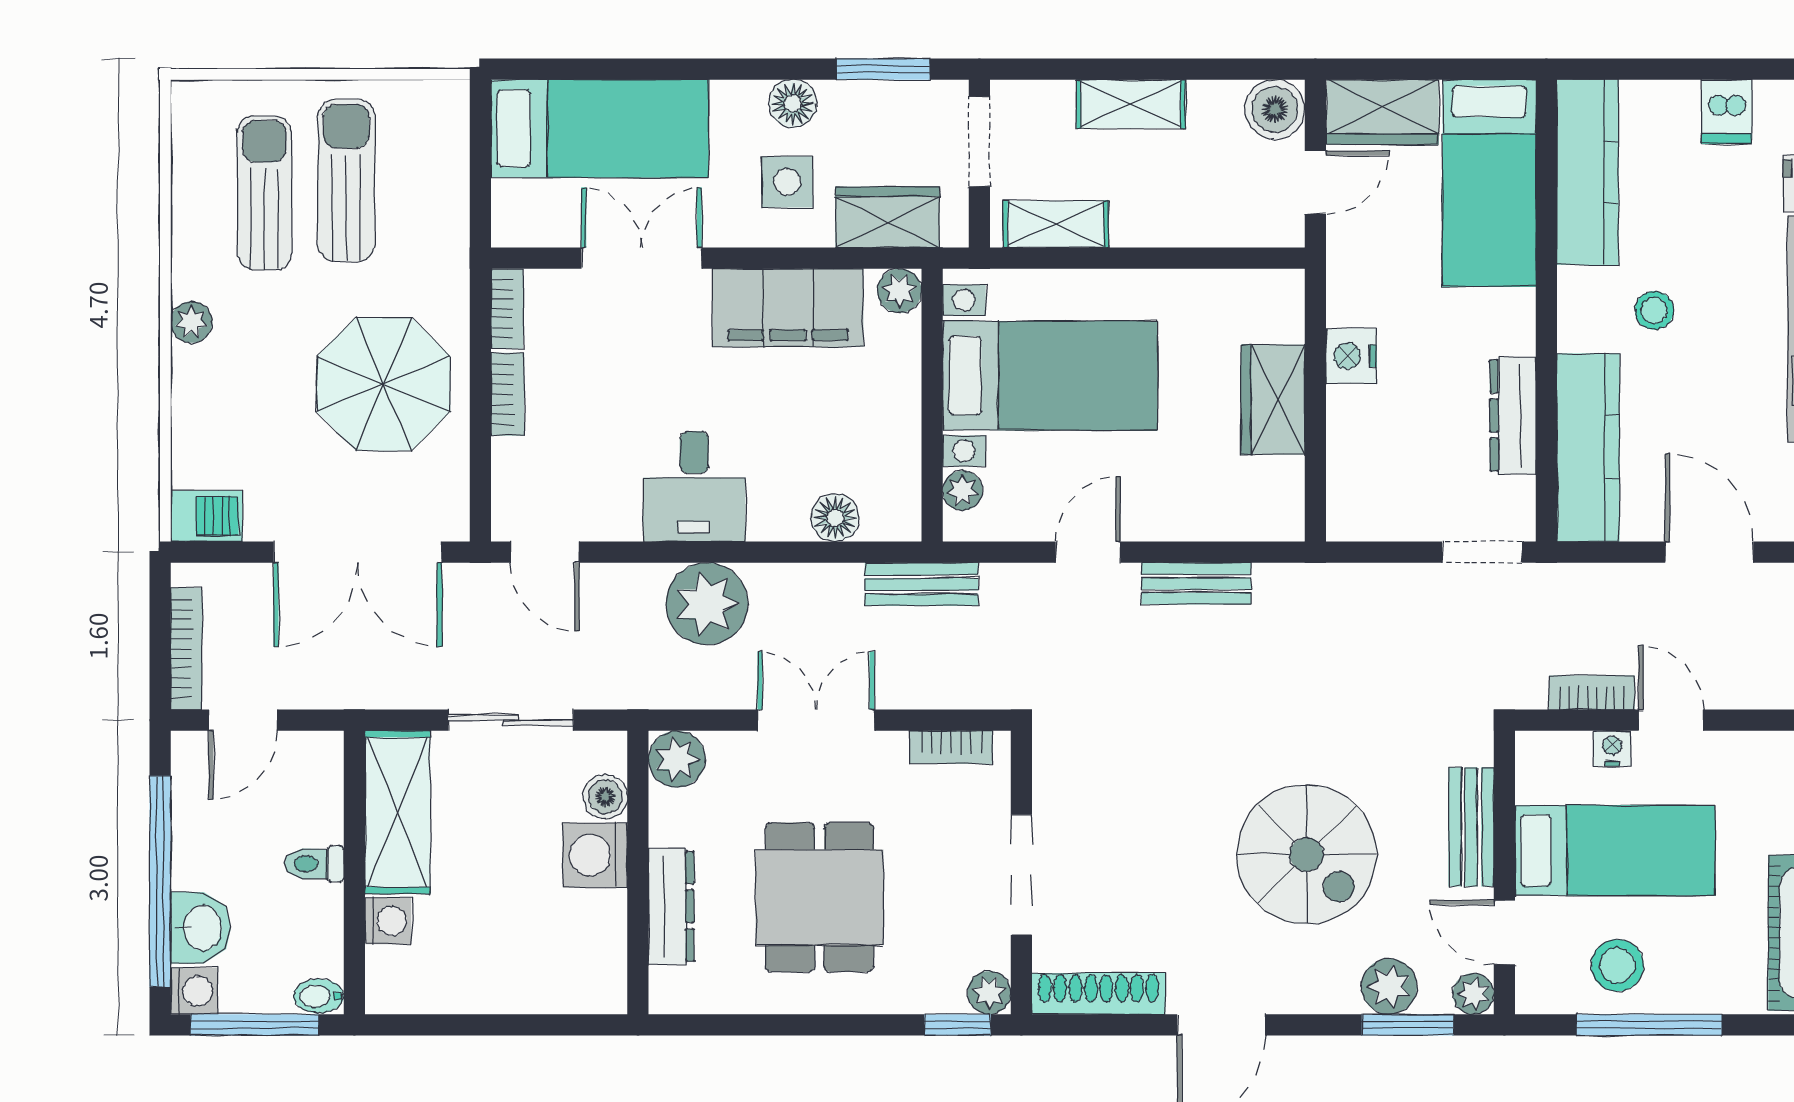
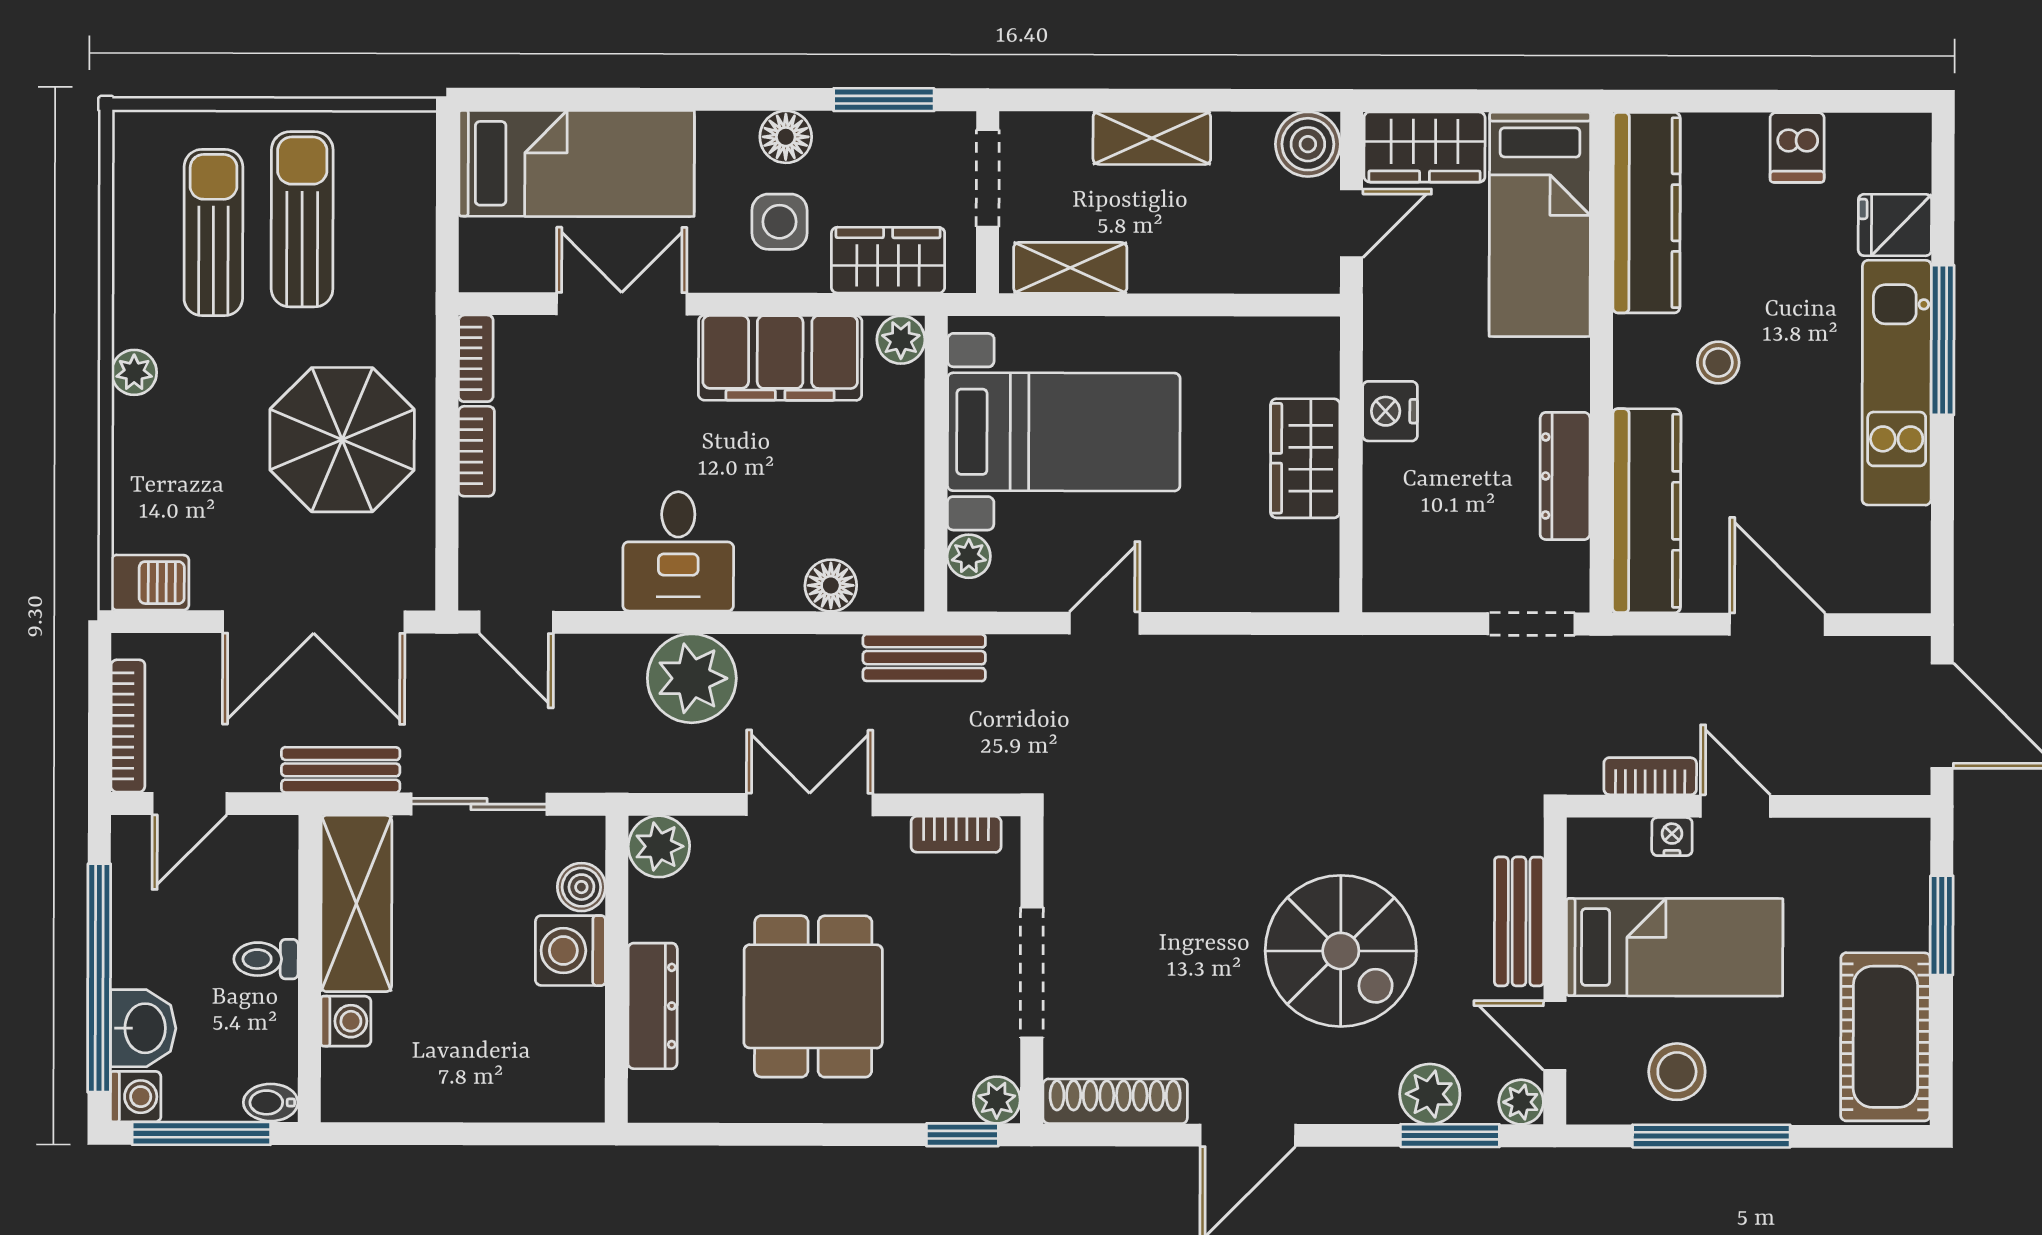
bench: (1196, 584) -> (341, 770), moved

